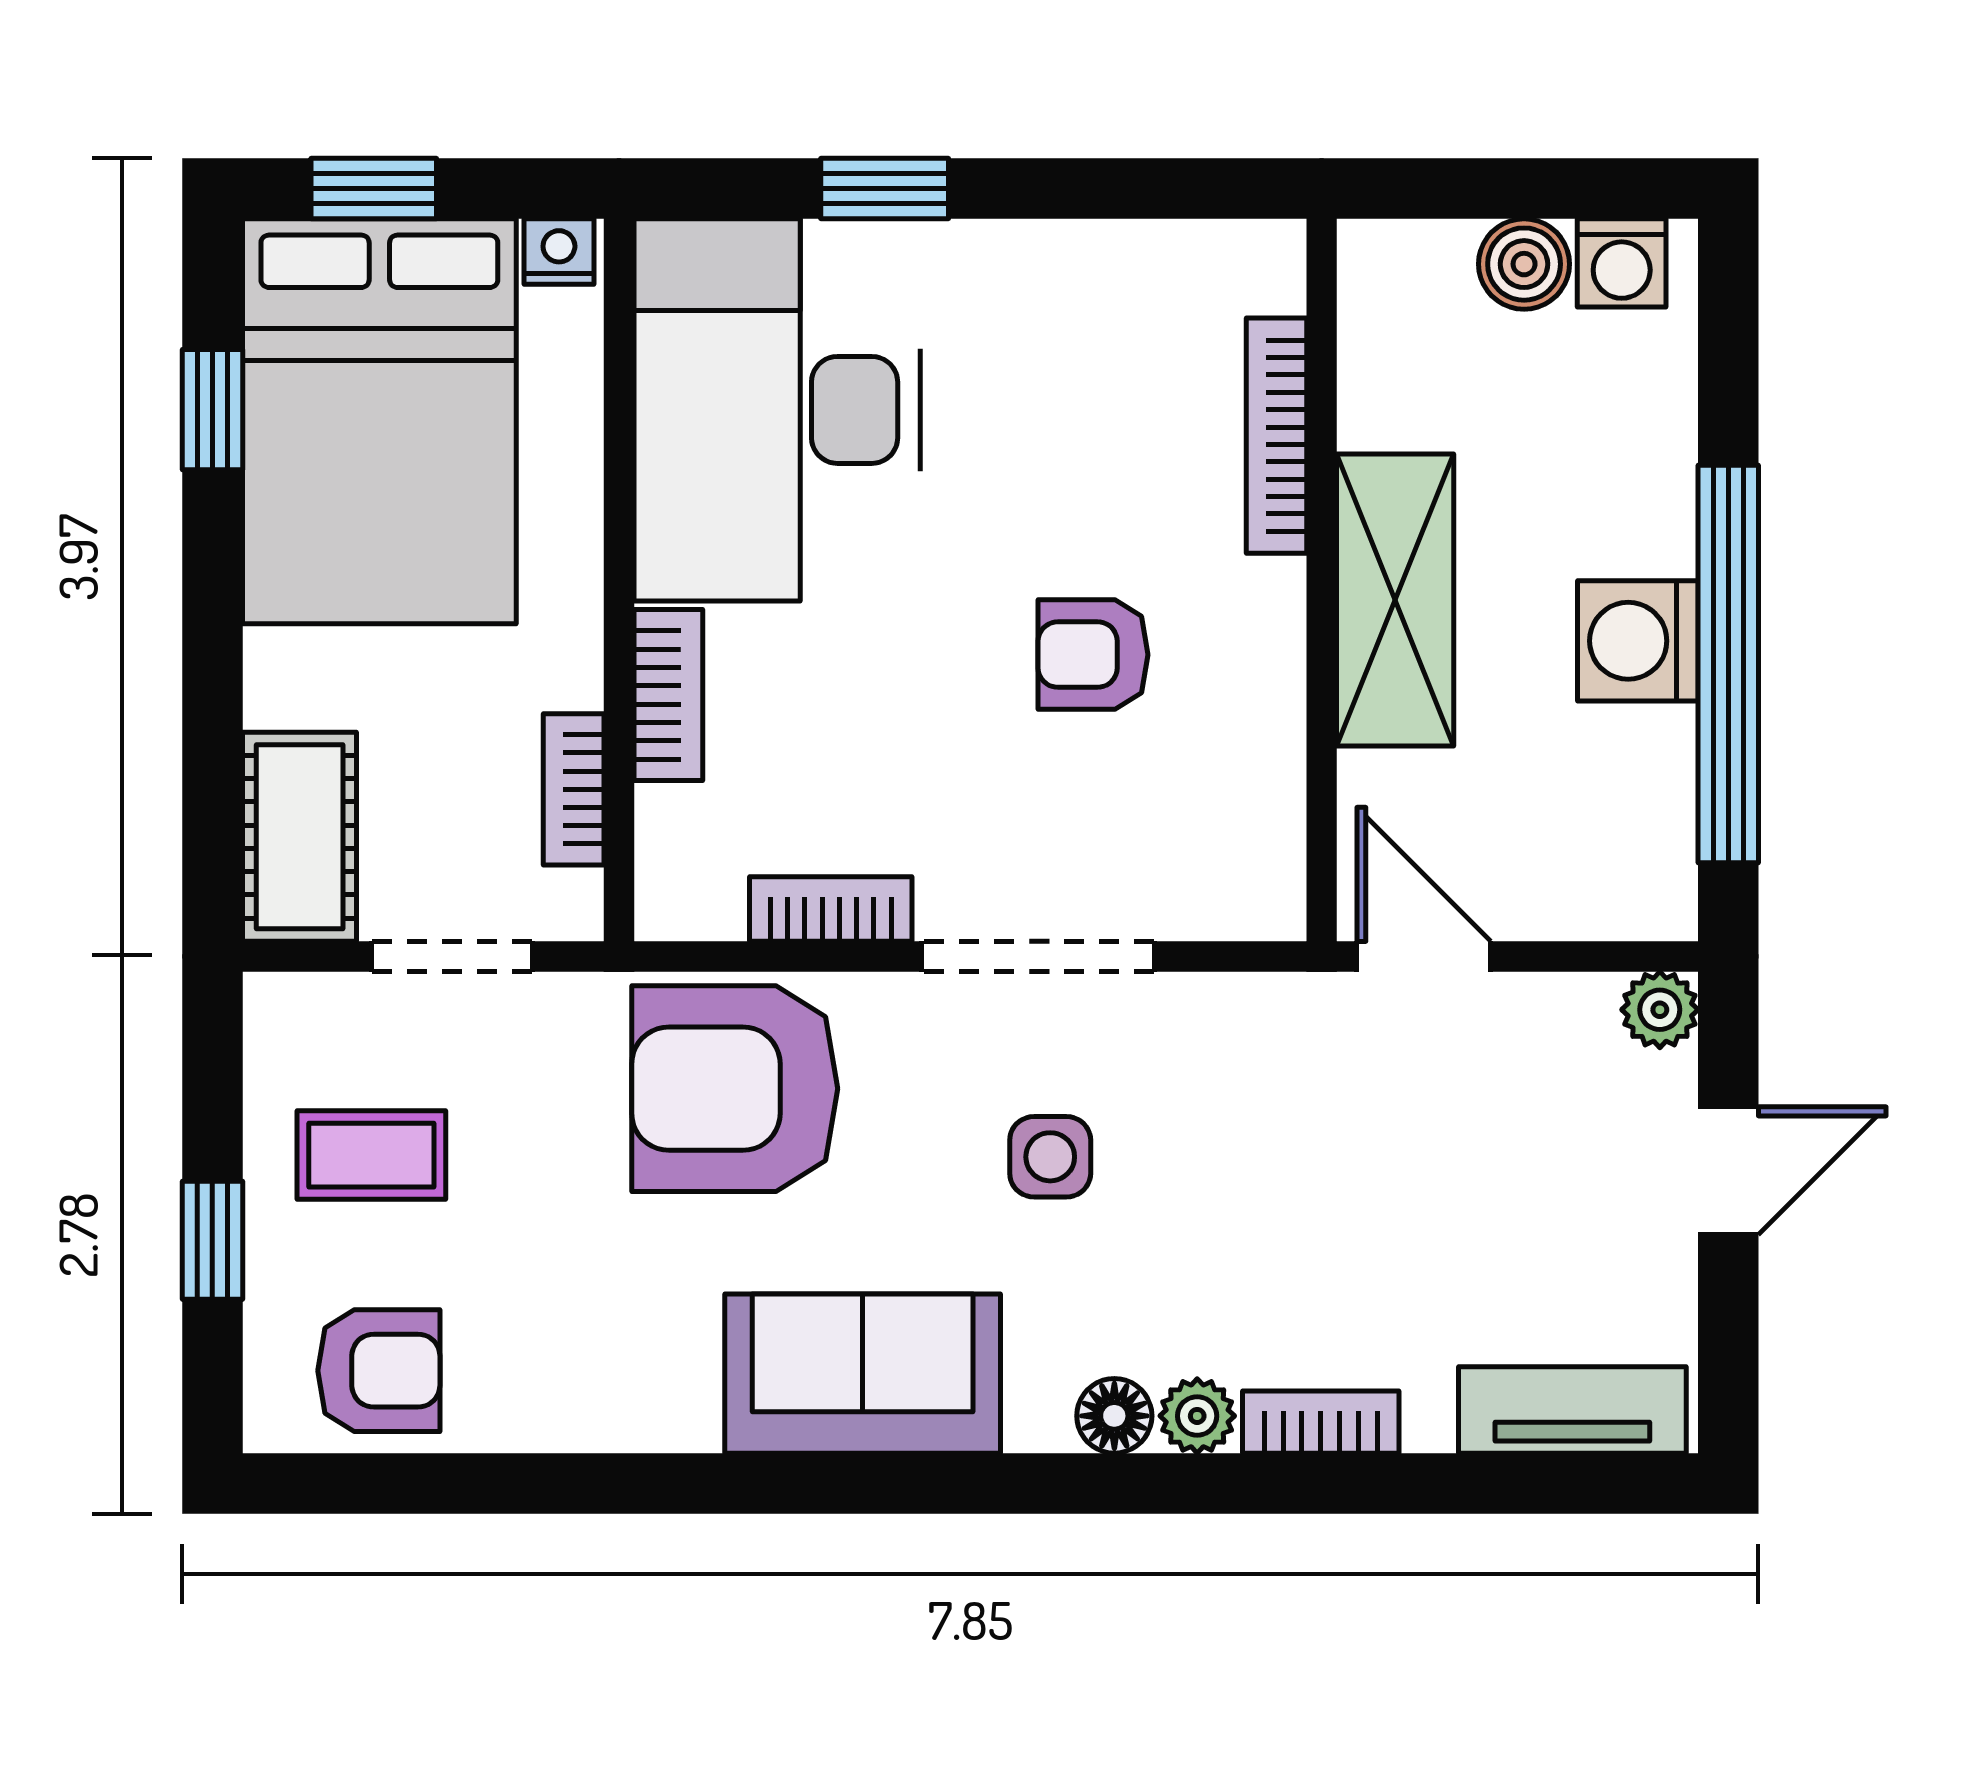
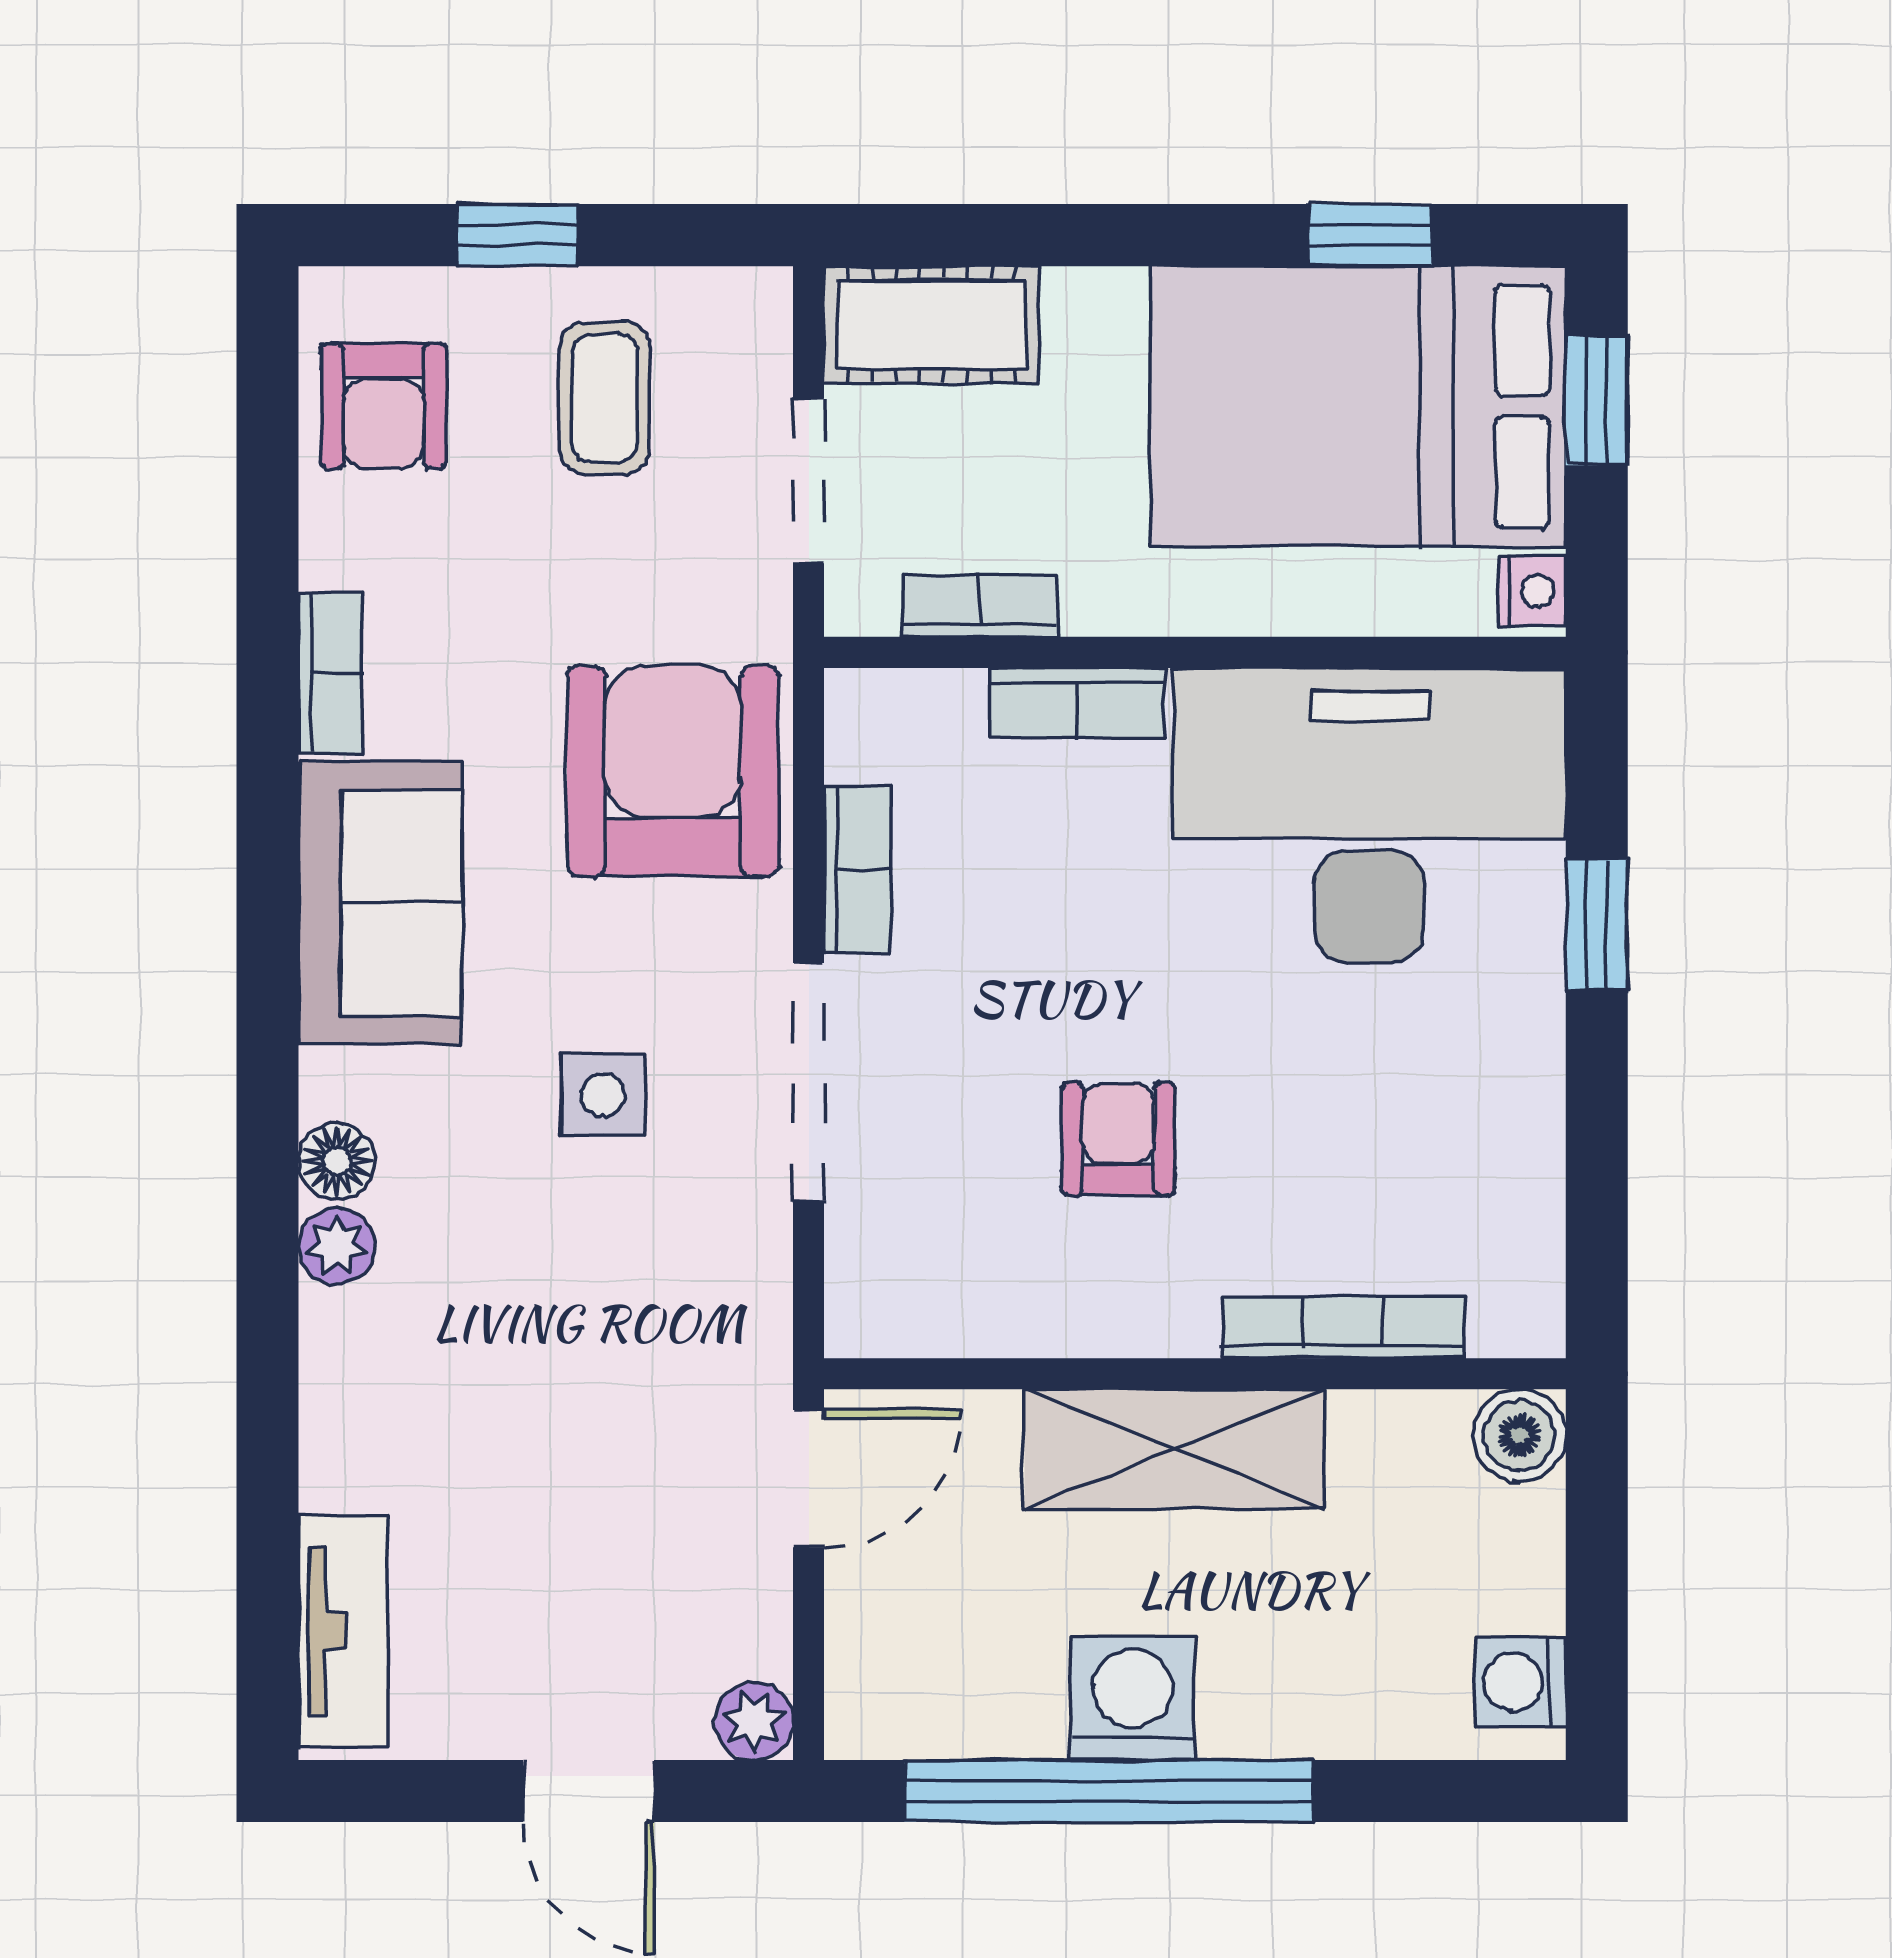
boiler: (1524, 264) -> (1519, 1436), moved
bookcase: (1321, 1422) -> (331, 673), moved

